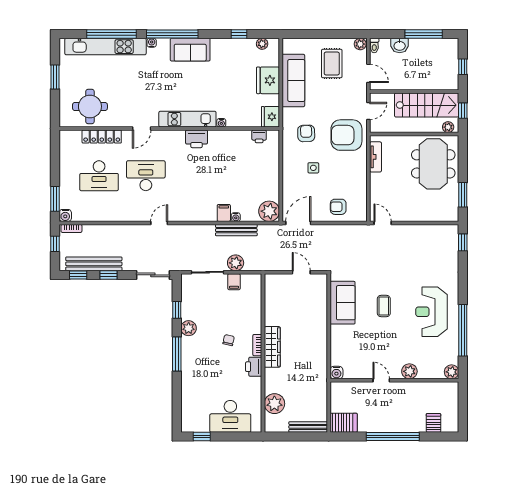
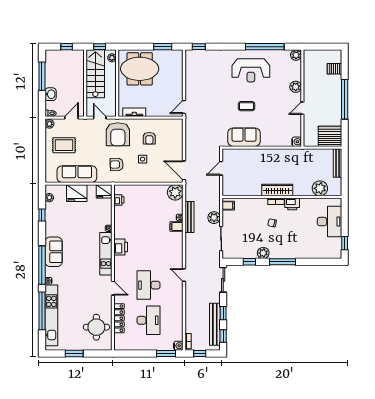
armchair: (338, 207) -> (149, 138), moved
filing cabinet: (234, 282) -> (228, 206), moved
server rack: (344, 423) -> (330, 136), width x1.60

